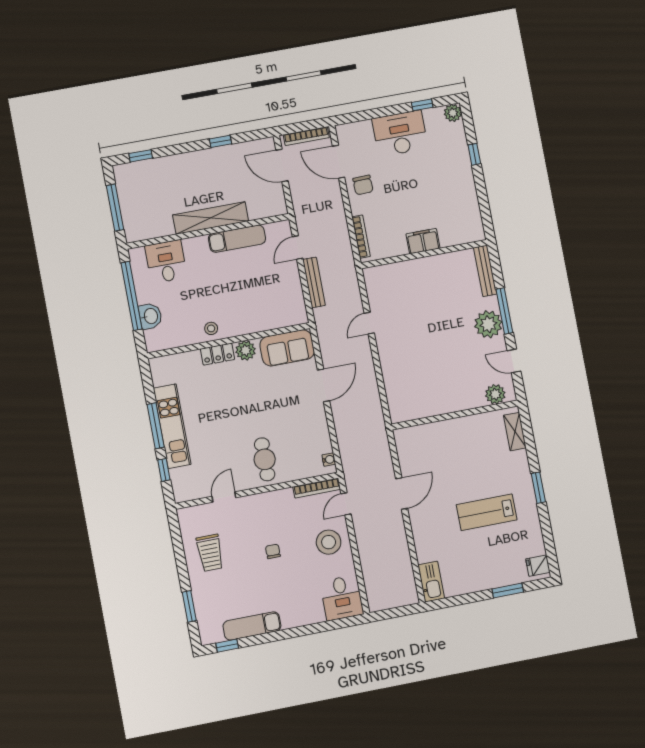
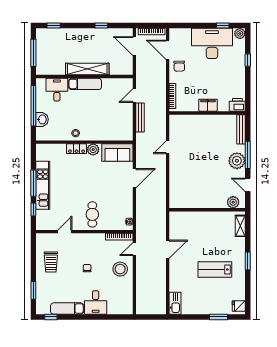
desk: (400, 133) -> (212, 43), width x1.36, depth x1.30
printer: (471, 232) -> (237, 105), added
exam couch: (237, 239) -> (85, 84), moved
desk: (342, 598) -> (96, 302), moved

